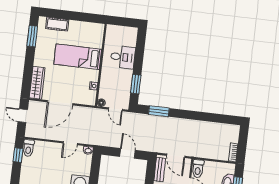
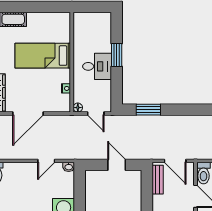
desk: (123, 57) -> (97, 66), moved
window: (136, 84) -> (117, 55), moved

